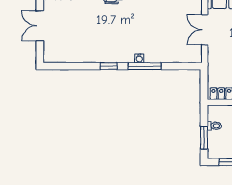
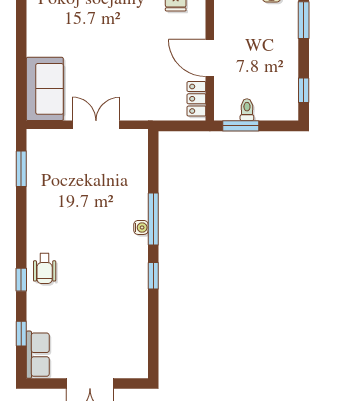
double door: (205, 30) -> (96, 125), swing flipped
window: (204, 138) -> (241, 126), moved

